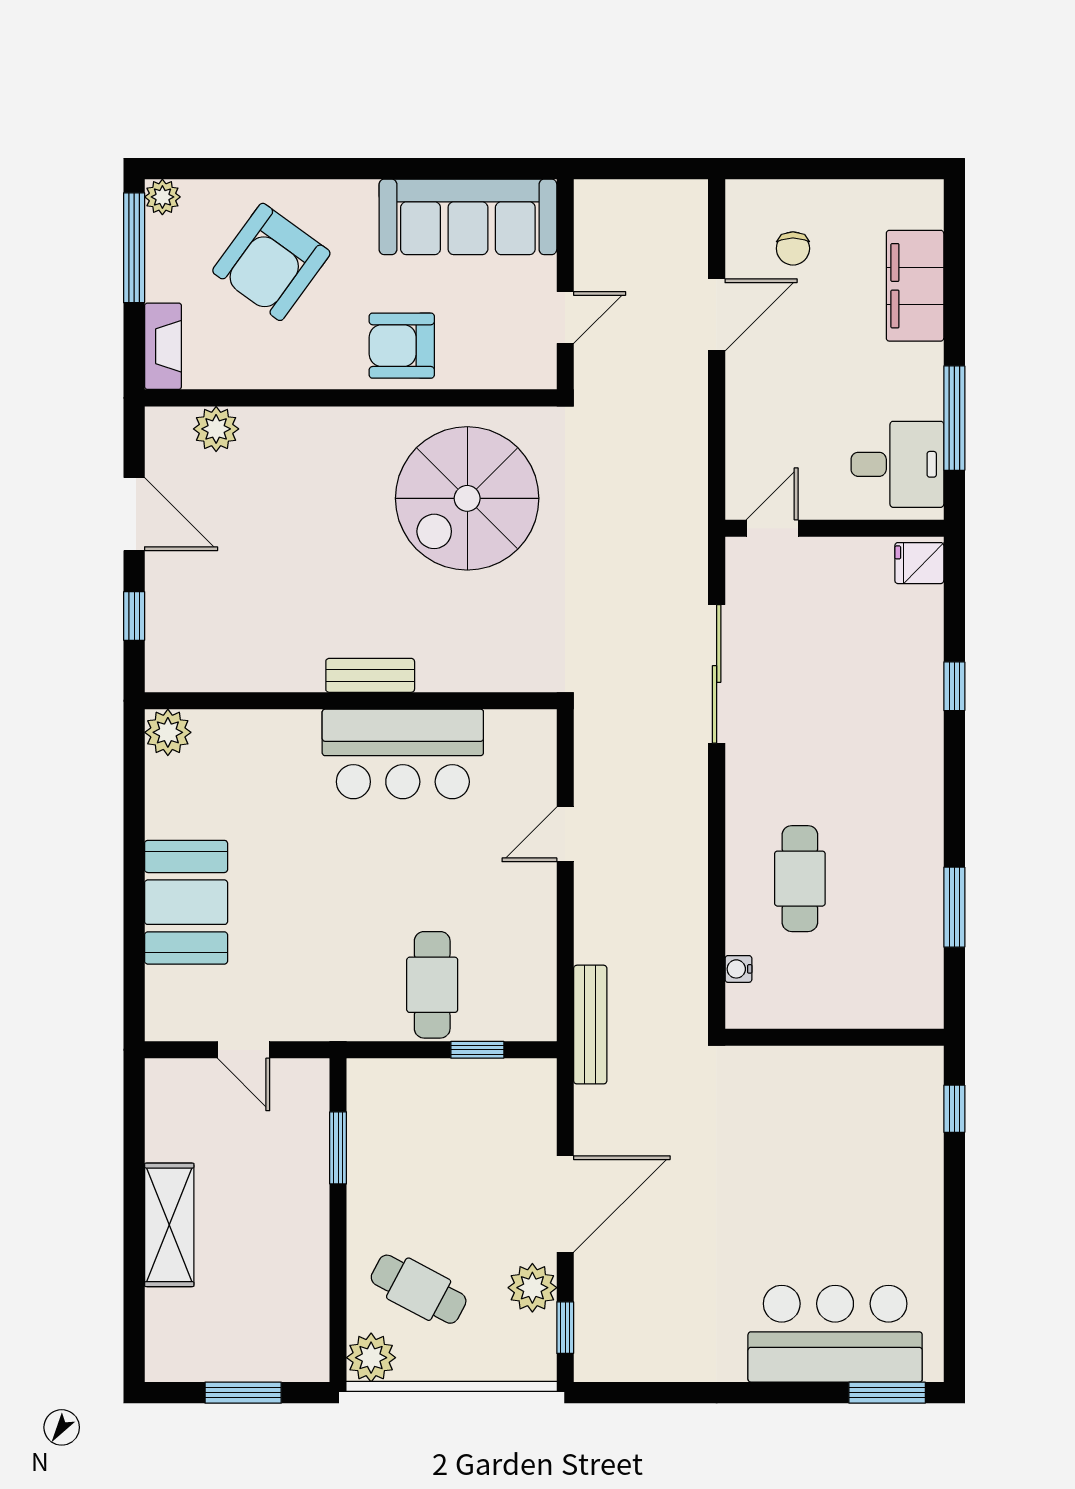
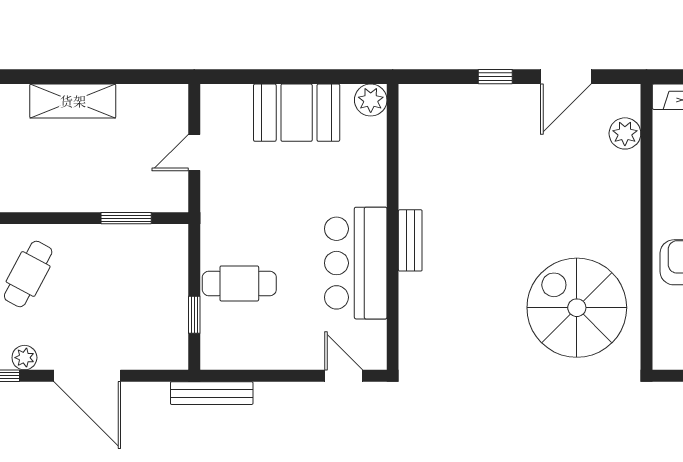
bench: (370, 675) -> (410, 240), moved
wall: (351, 701) -> (393, 227), moved
plant: (168, 732) -> (371, 100), moved
bar counter: (403, 754) -> (356, 263), moved
plant: (532, 1288) -> (24, 358), width x0.73, depth x0.73

